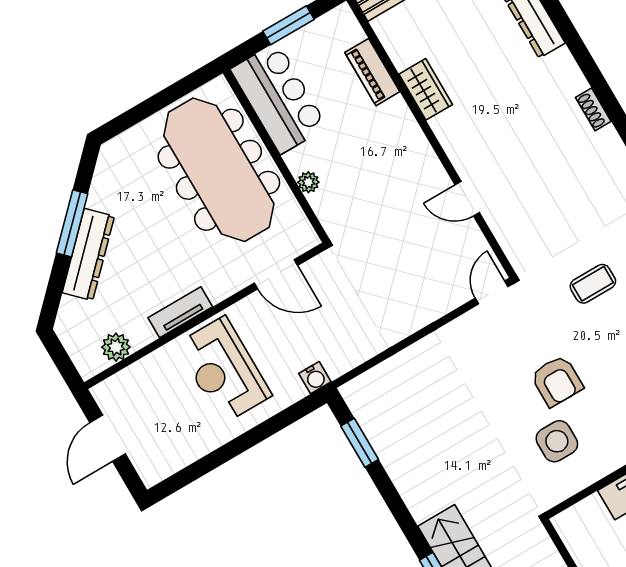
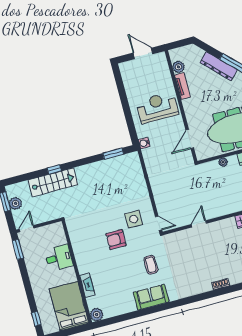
tv unit: (180, 312) -> (182, 86), moved
side table: (557, 441) -> (134, 219), moved

